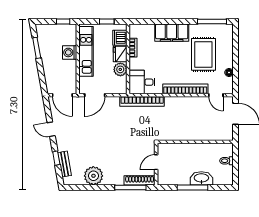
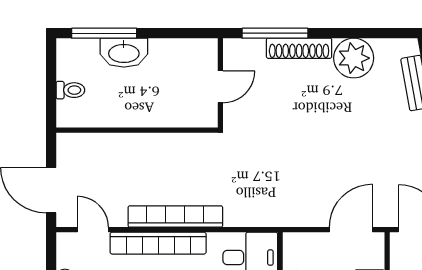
bookcase: (142, 101) -> (175, 217), moved
shoe rack: (140, 180) -> (299, 48), moved
window: (193, 187) -> (104, 33), moved

